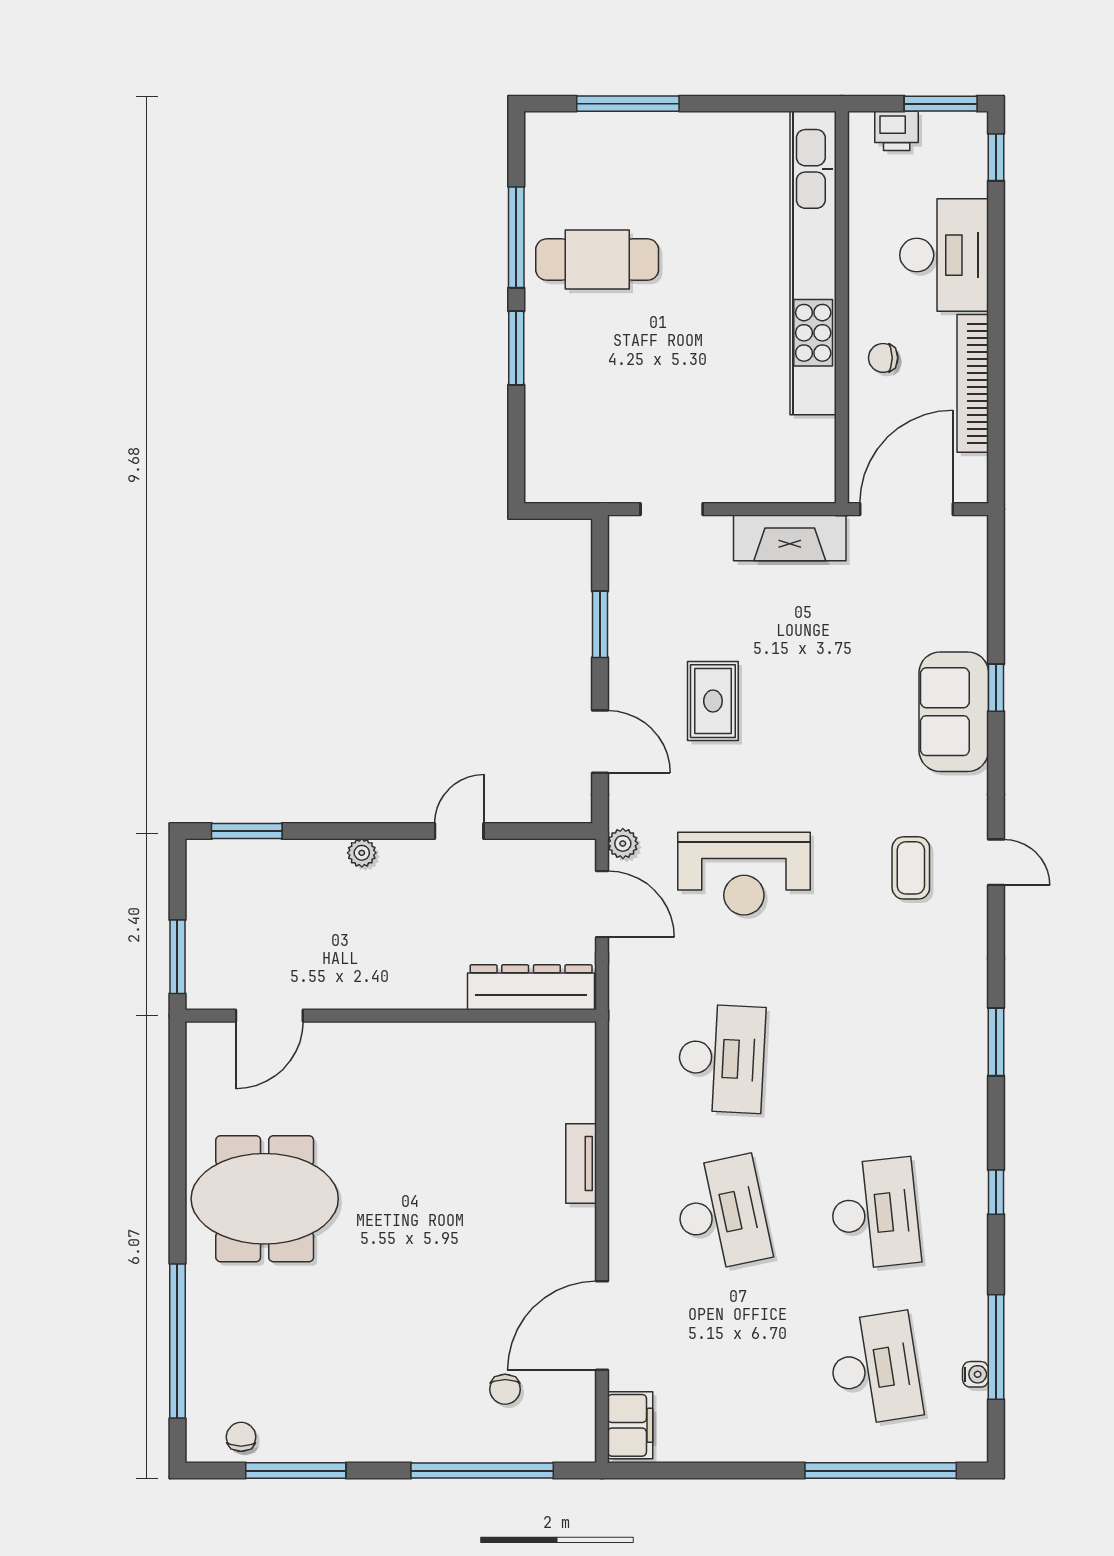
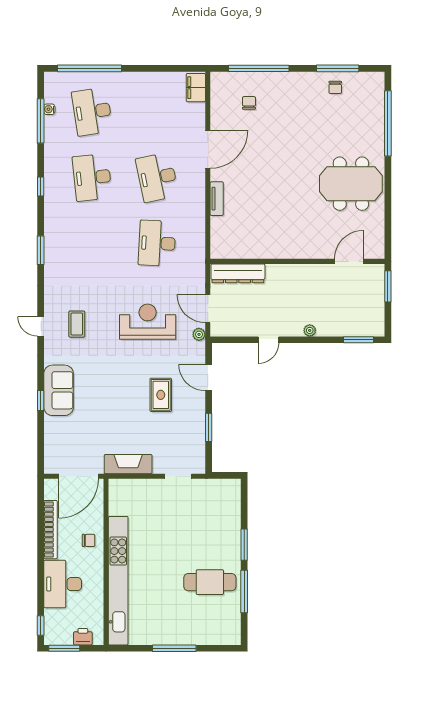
window: (628, 104) -> (174, 648), moved
door: (602, 1326) -> (208, 149), moved
chair: (241, 1437) -> (335, 87), moved

